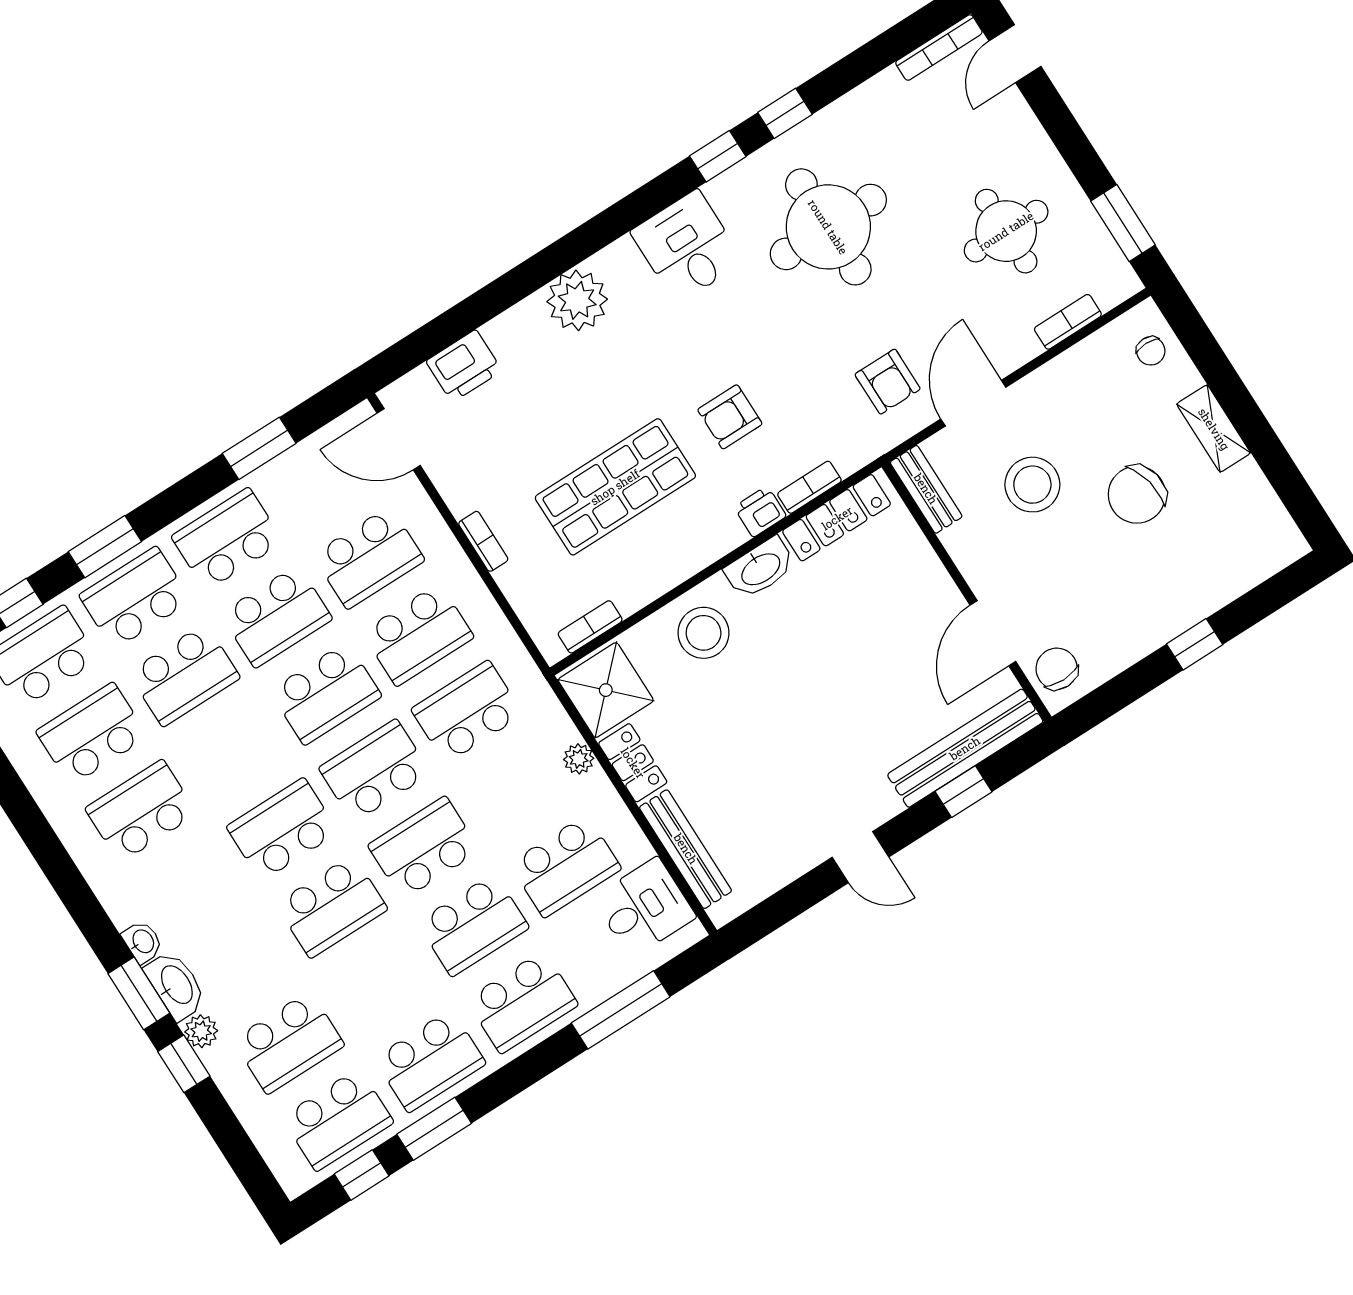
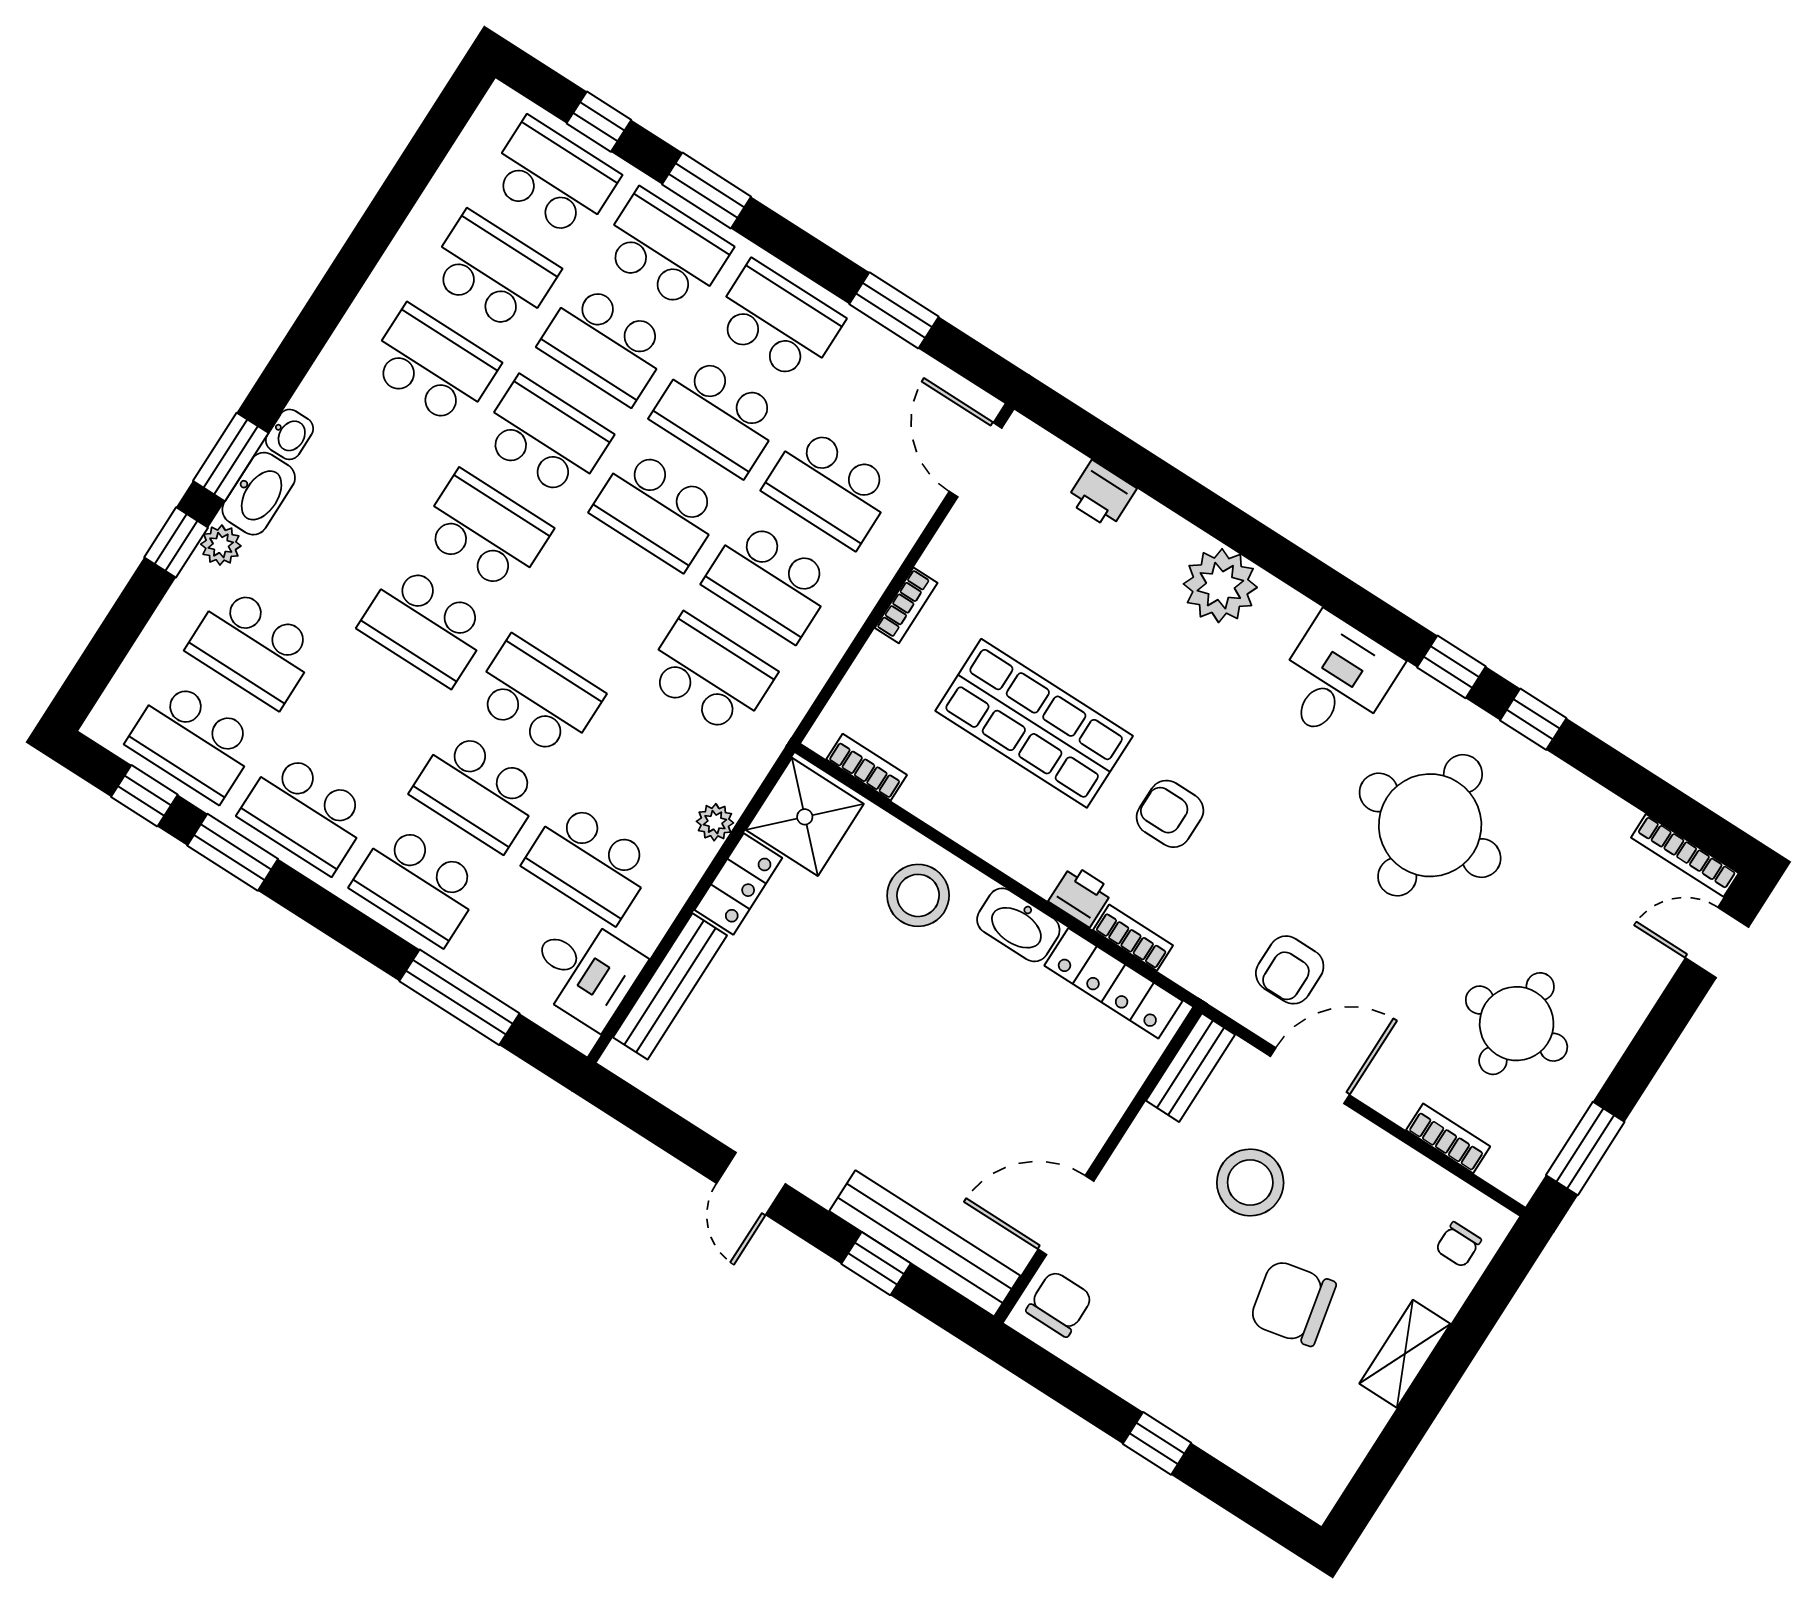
printer: (464, 366) -> (1101, 495), width x0.73, depth x0.81
school desk: (375, 771) -> (545, 438), moved

